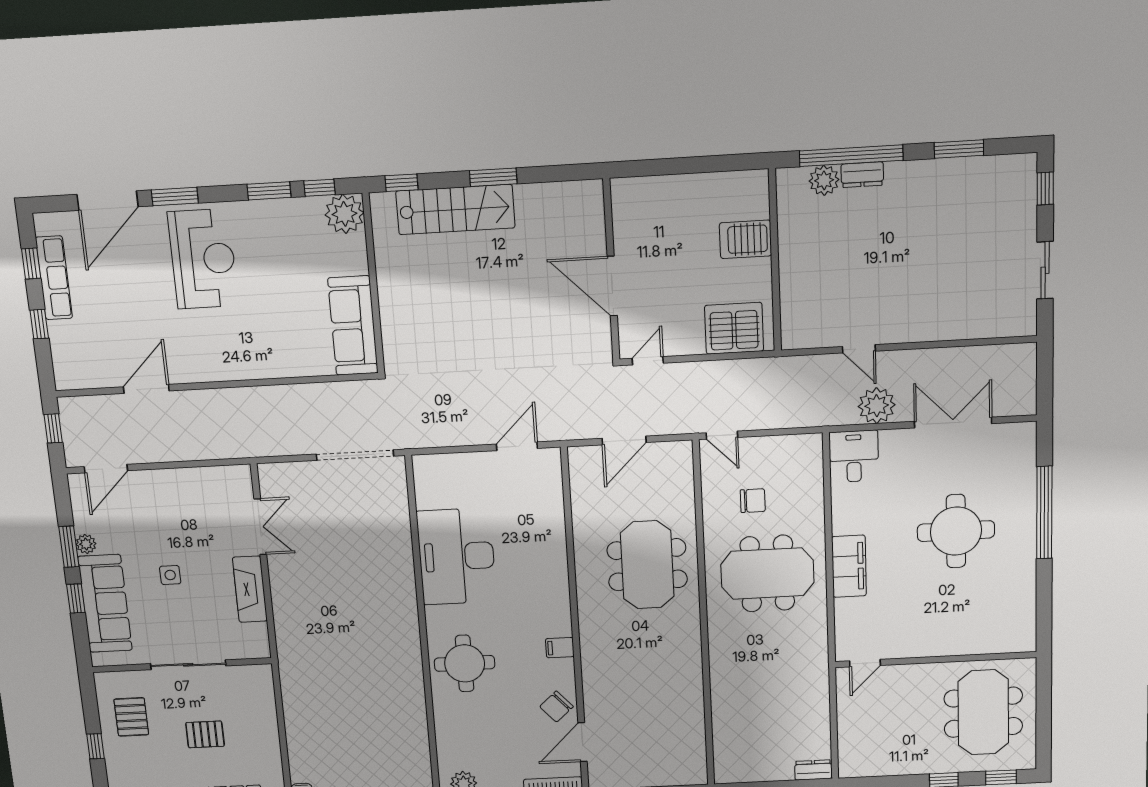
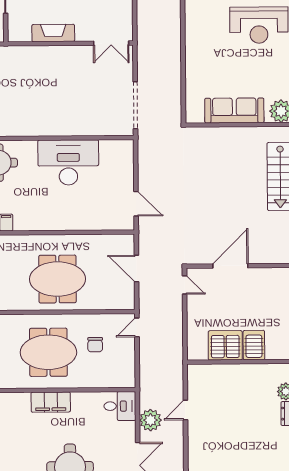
sofa: (353, 326) -> (234, 110), moved
server rack: (734, 328) -> (225, 345), moved, turned -90
double door: (260, 527) -> (111, 43), moved
meeting table: (767, 574) -> (48, 352), turned 90

